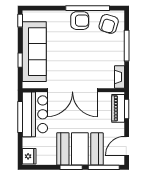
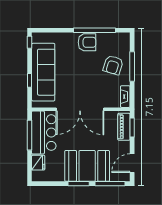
armchair: (109, 24) -> (113, 65), moved
fridge: (29, 156) -> (38, 163), moved

